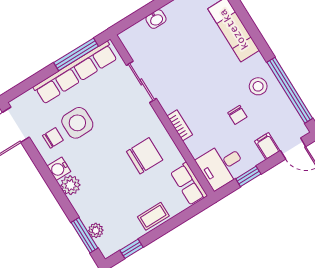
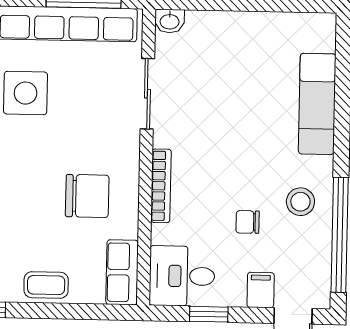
washbasin: (156, 19) -> (170, 21), moved
chair: (237, 115) -> (248, 222), turned 90
bookcase: (180, 125) -> (161, 186), width x1.56

